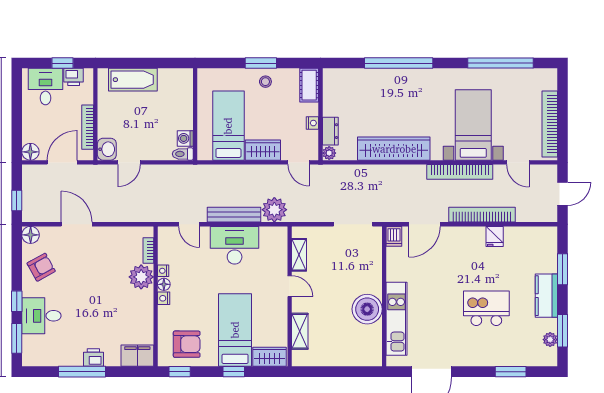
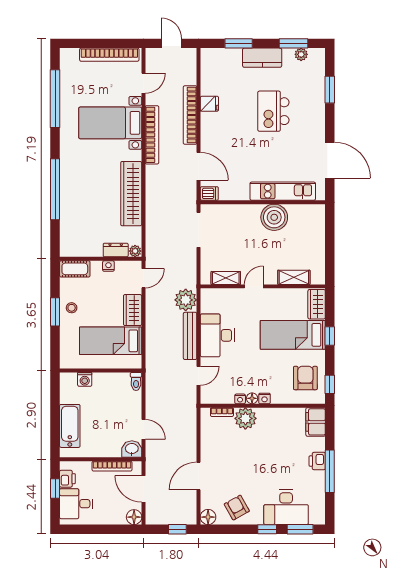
washing machine: (185, 138) -> (85, 379), moved
desk: (41, 316) -> (286, 507), width x1.37

